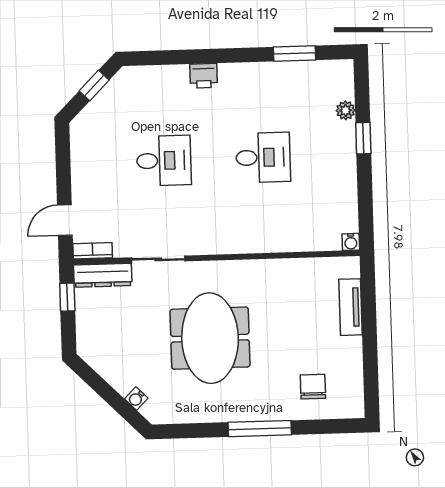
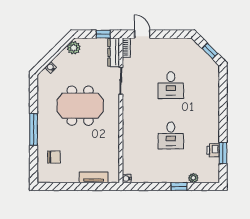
printer: (204, 76) -> (213, 150), moved
plant: (96, 354) -> (74, 48), added

